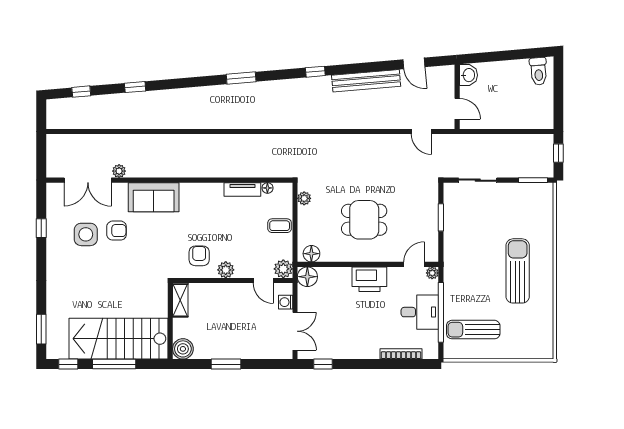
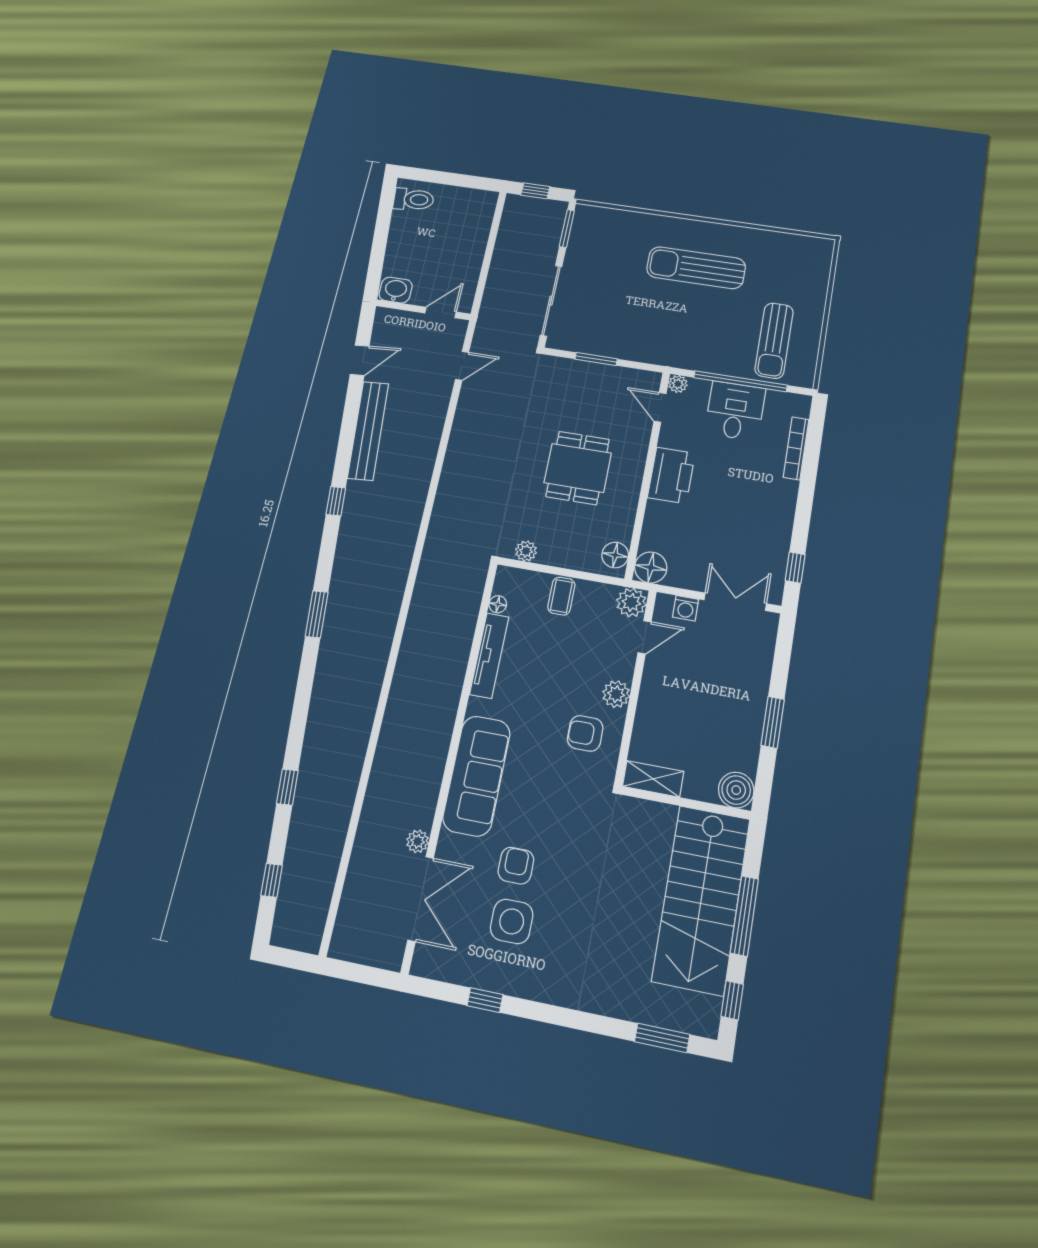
sliding door: (478, 180) -> (551, 301), width x1.37
tv unit: (242, 189) -> (489, 655), width x1.41
sofa: (154, 197) -> (477, 776), width x1.36

